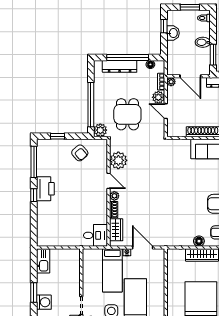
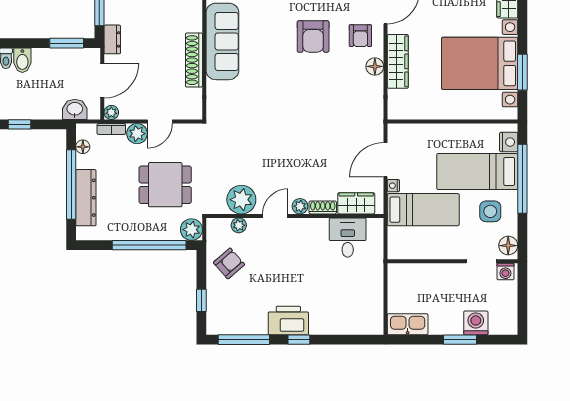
washbasin: (173, 33) -> (75, 109), moved
bidet: (203, 42) -> (22, 60), moved
plant: (103, 159) -> (239, 225), added
desk: (95, 235) -> (348, 238), moved

